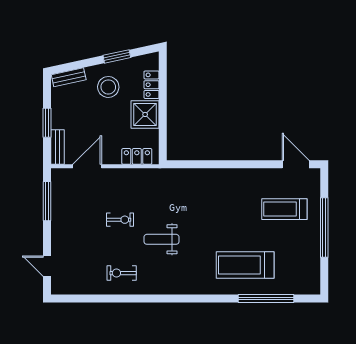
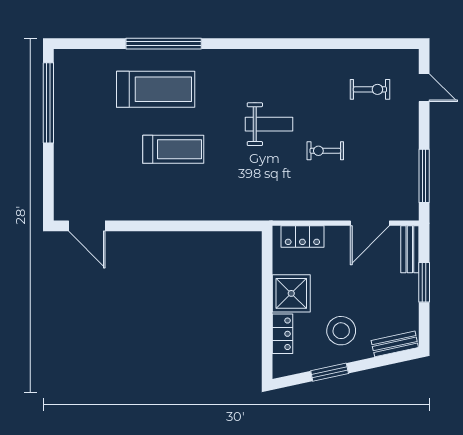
treadmill: (284, 209) -> (173, 149), moved
window: (324, 227) -> (48, 103), moved
exercise bike: (122, 273) -> (370, 89), moved
window: (266, 299) -> (164, 44), moved

